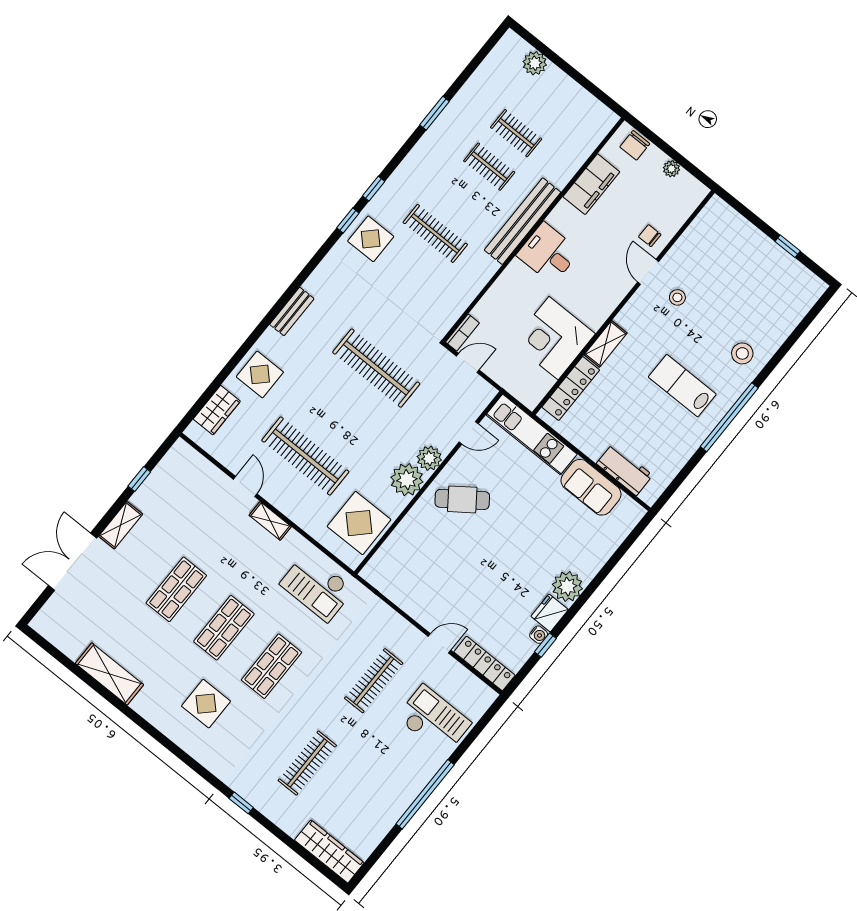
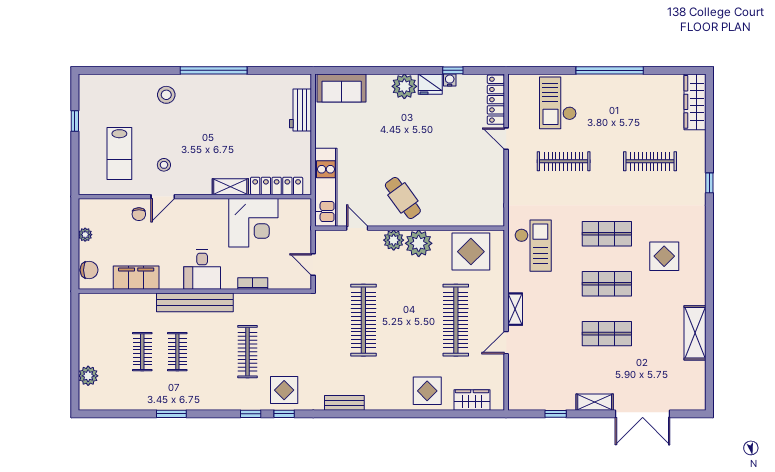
bench: (292, 311) -> (344, 403), moved
bookcase: (463, 333) -> (253, 283), moved
lab bench: (682, 386) -> (119, 153), moved
sofa: (591, 487) -> (342, 88), moved, turned 90

